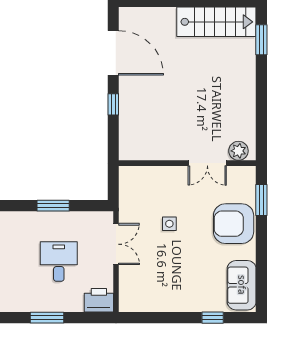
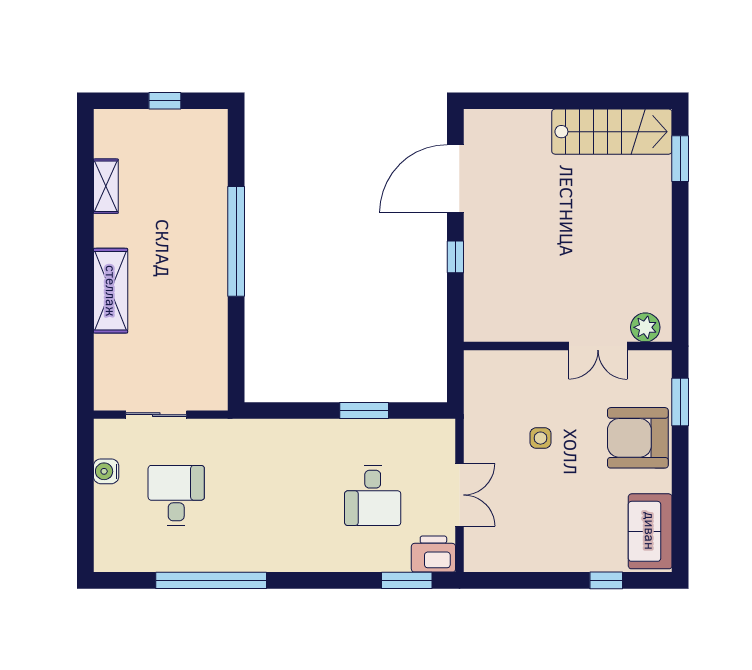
door: (113, 53) -> (455, 179), swing flipped
double door: (116, 244) -> (459, 495), moved
desk: (59, 262) -> (373, 495), turned 180
window: (47, 318) -> (407, 580), moved

